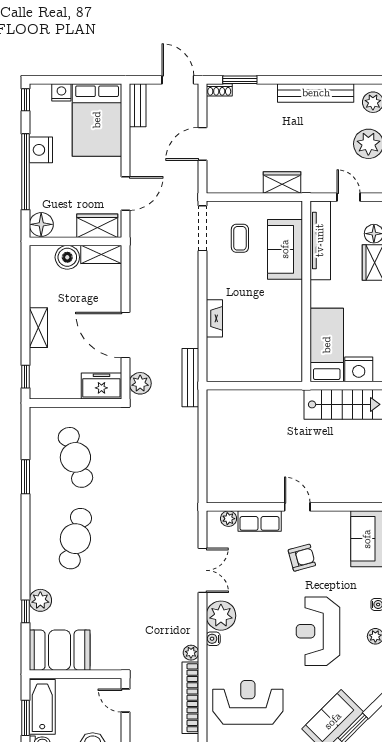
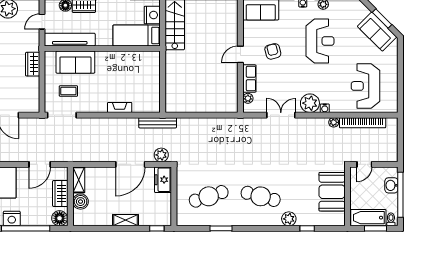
door: (125, 193) -> (40, 164), swing flipped
wardrobe: (97, 226) -> (60, 193), moved
plant: (40, 600) -> (289, 219), moved
reception desk: (318, 631) -> (320, 41), turned -90
booth: (60, 650) -> (332, 192), moved

